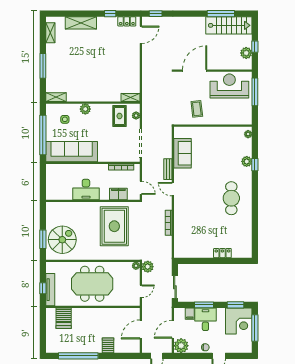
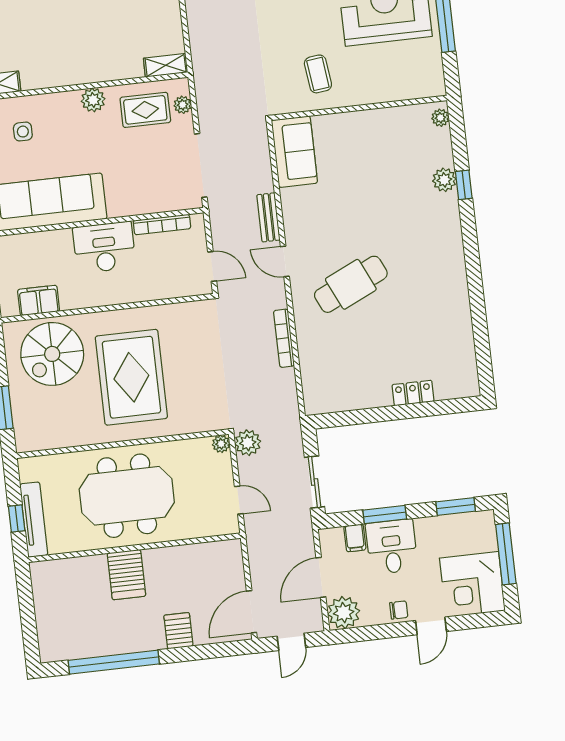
plant: (85, 109) -> (93, 100), moved
rug: (119, 116) -> (145, 110), turned 90
sofa: (183, 153) -> (294, 152), moved
desk: (86, 190) -> (104, 247), moved, turned 180
filing cabinet: (118, 194) -> (39, 300), moved
cafe table: (231, 198) -> (351, 284), moved, turned 65
rug: (114, 226) -> (131, 377), moved
spiral stairs: (62, 240) -> (52, 354), moved, turned 180
door: (141, 291) -> (239, 500), hinge flipped
server rack: (64, 318) -> (126, 575), moved
corner desk: (239, 321) -> (472, 584), moved, turned 90
door: (141, 329) -> (252, 612), moved

